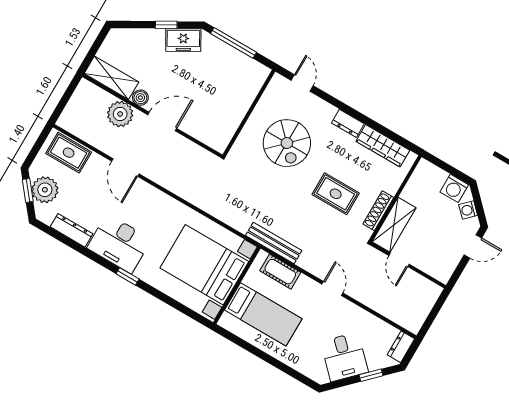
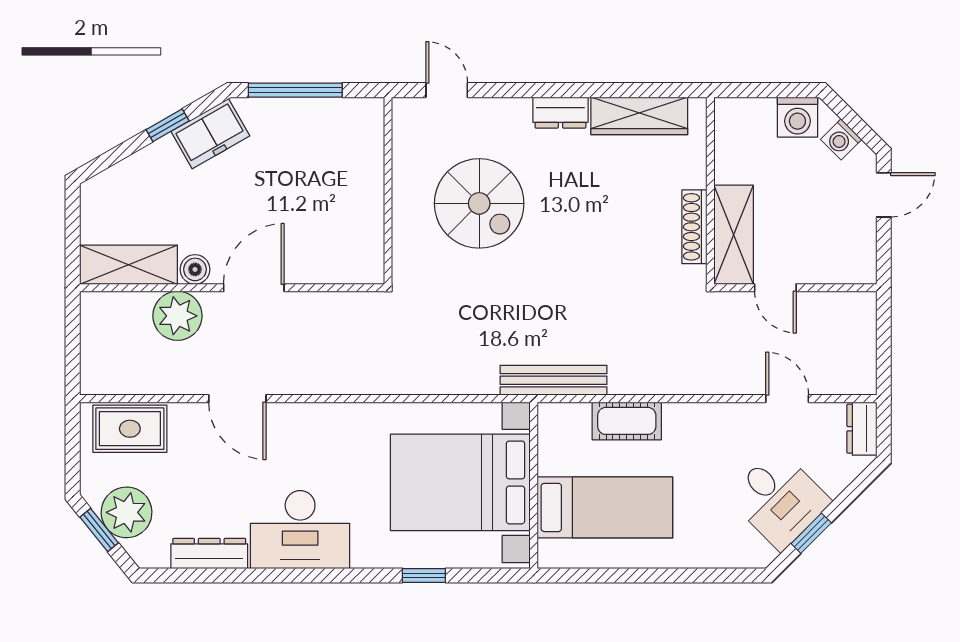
rug: (336, 194) -> (608, 240), removed
cot: (280, 272) -> (627, 421), moved
window: (128, 276) -> (424, 575), moved
door: (332, 289) -> (787, 399), moved
window: (371, 375) -> (811, 533), moved

